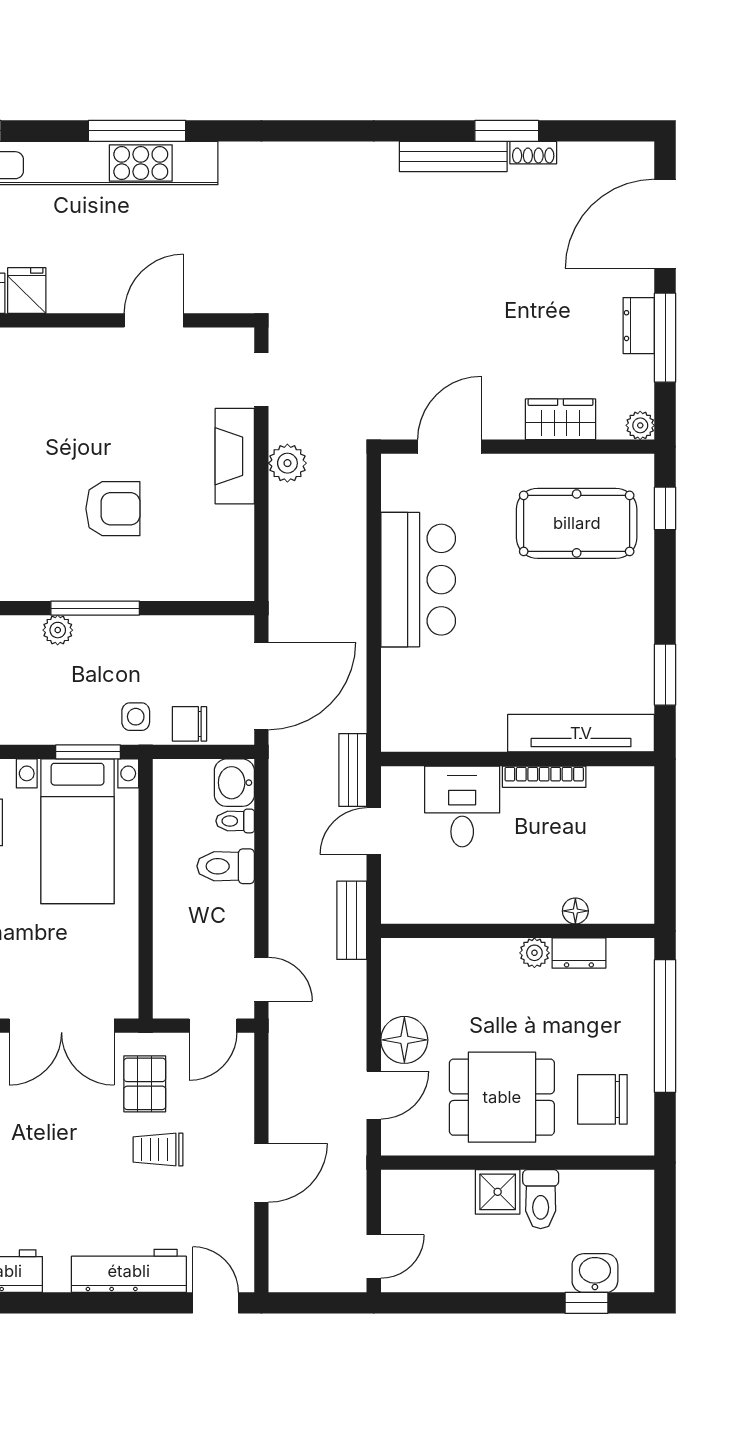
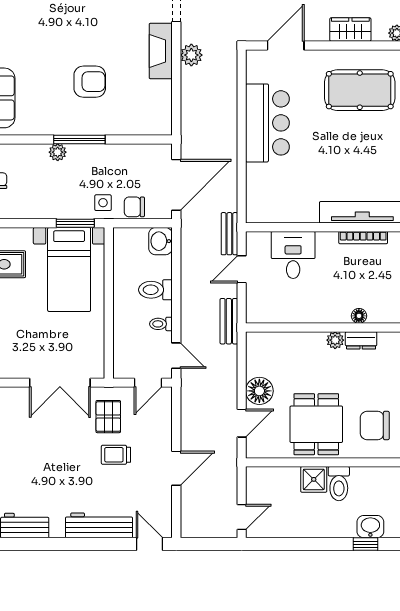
bookcase: (544, 777) -> (363, 238), moved
toilet: (235, 821) -> (161, 324), moved
dining table: (502, 1097) -> (316, 424), turned 90

